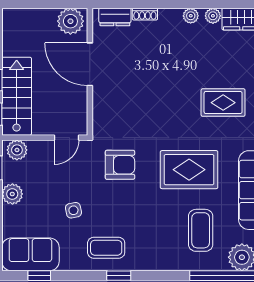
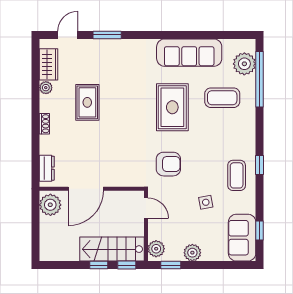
shoe rack: (145, 14) -> (44, 124), moved
plant: (191, 16) -> (46, 106), removed
rug: (223, 103) -> (87, 102), moved
armchair: (120, 165) -> (168, 164), turned 90

